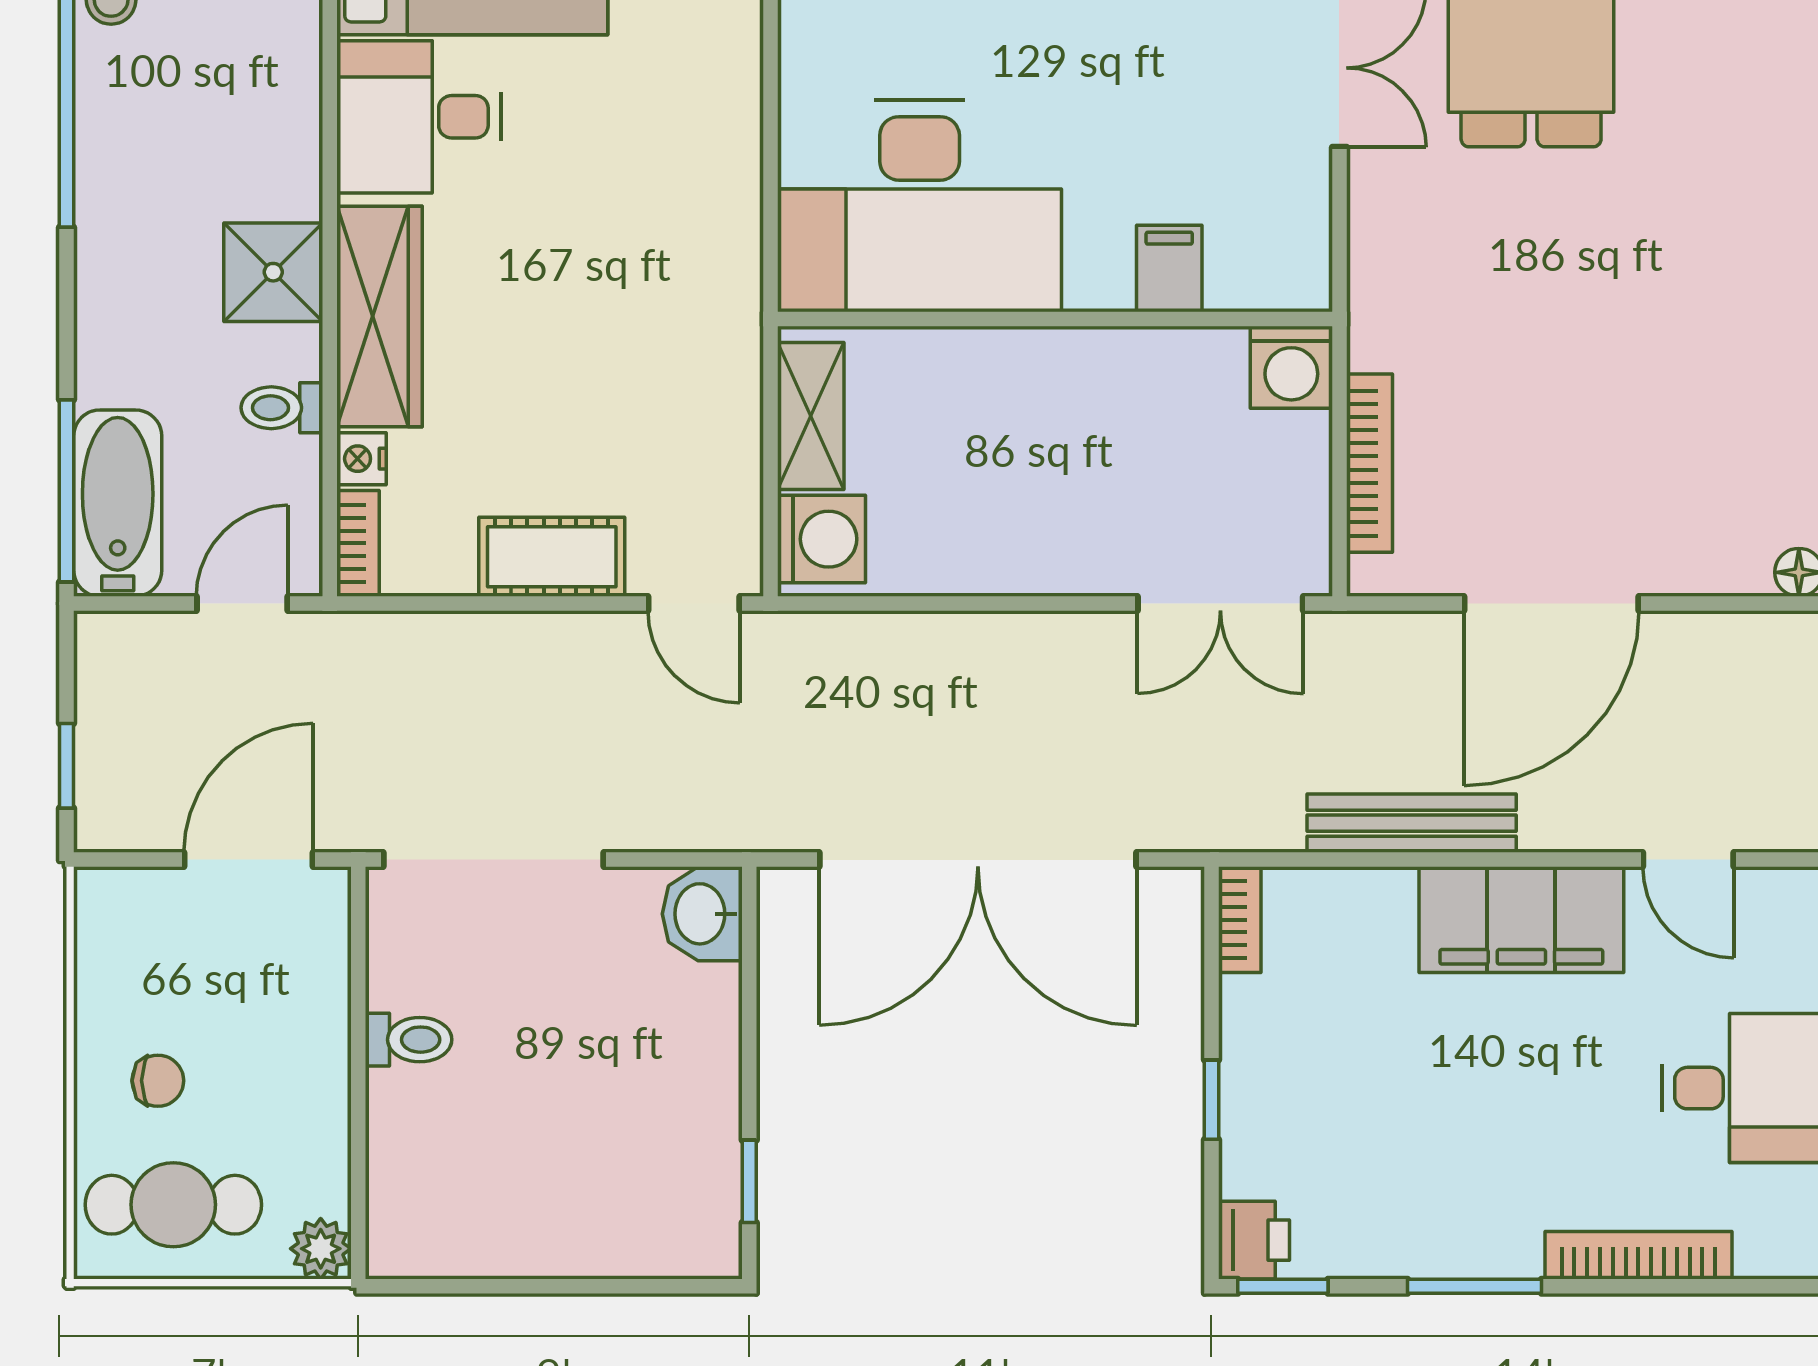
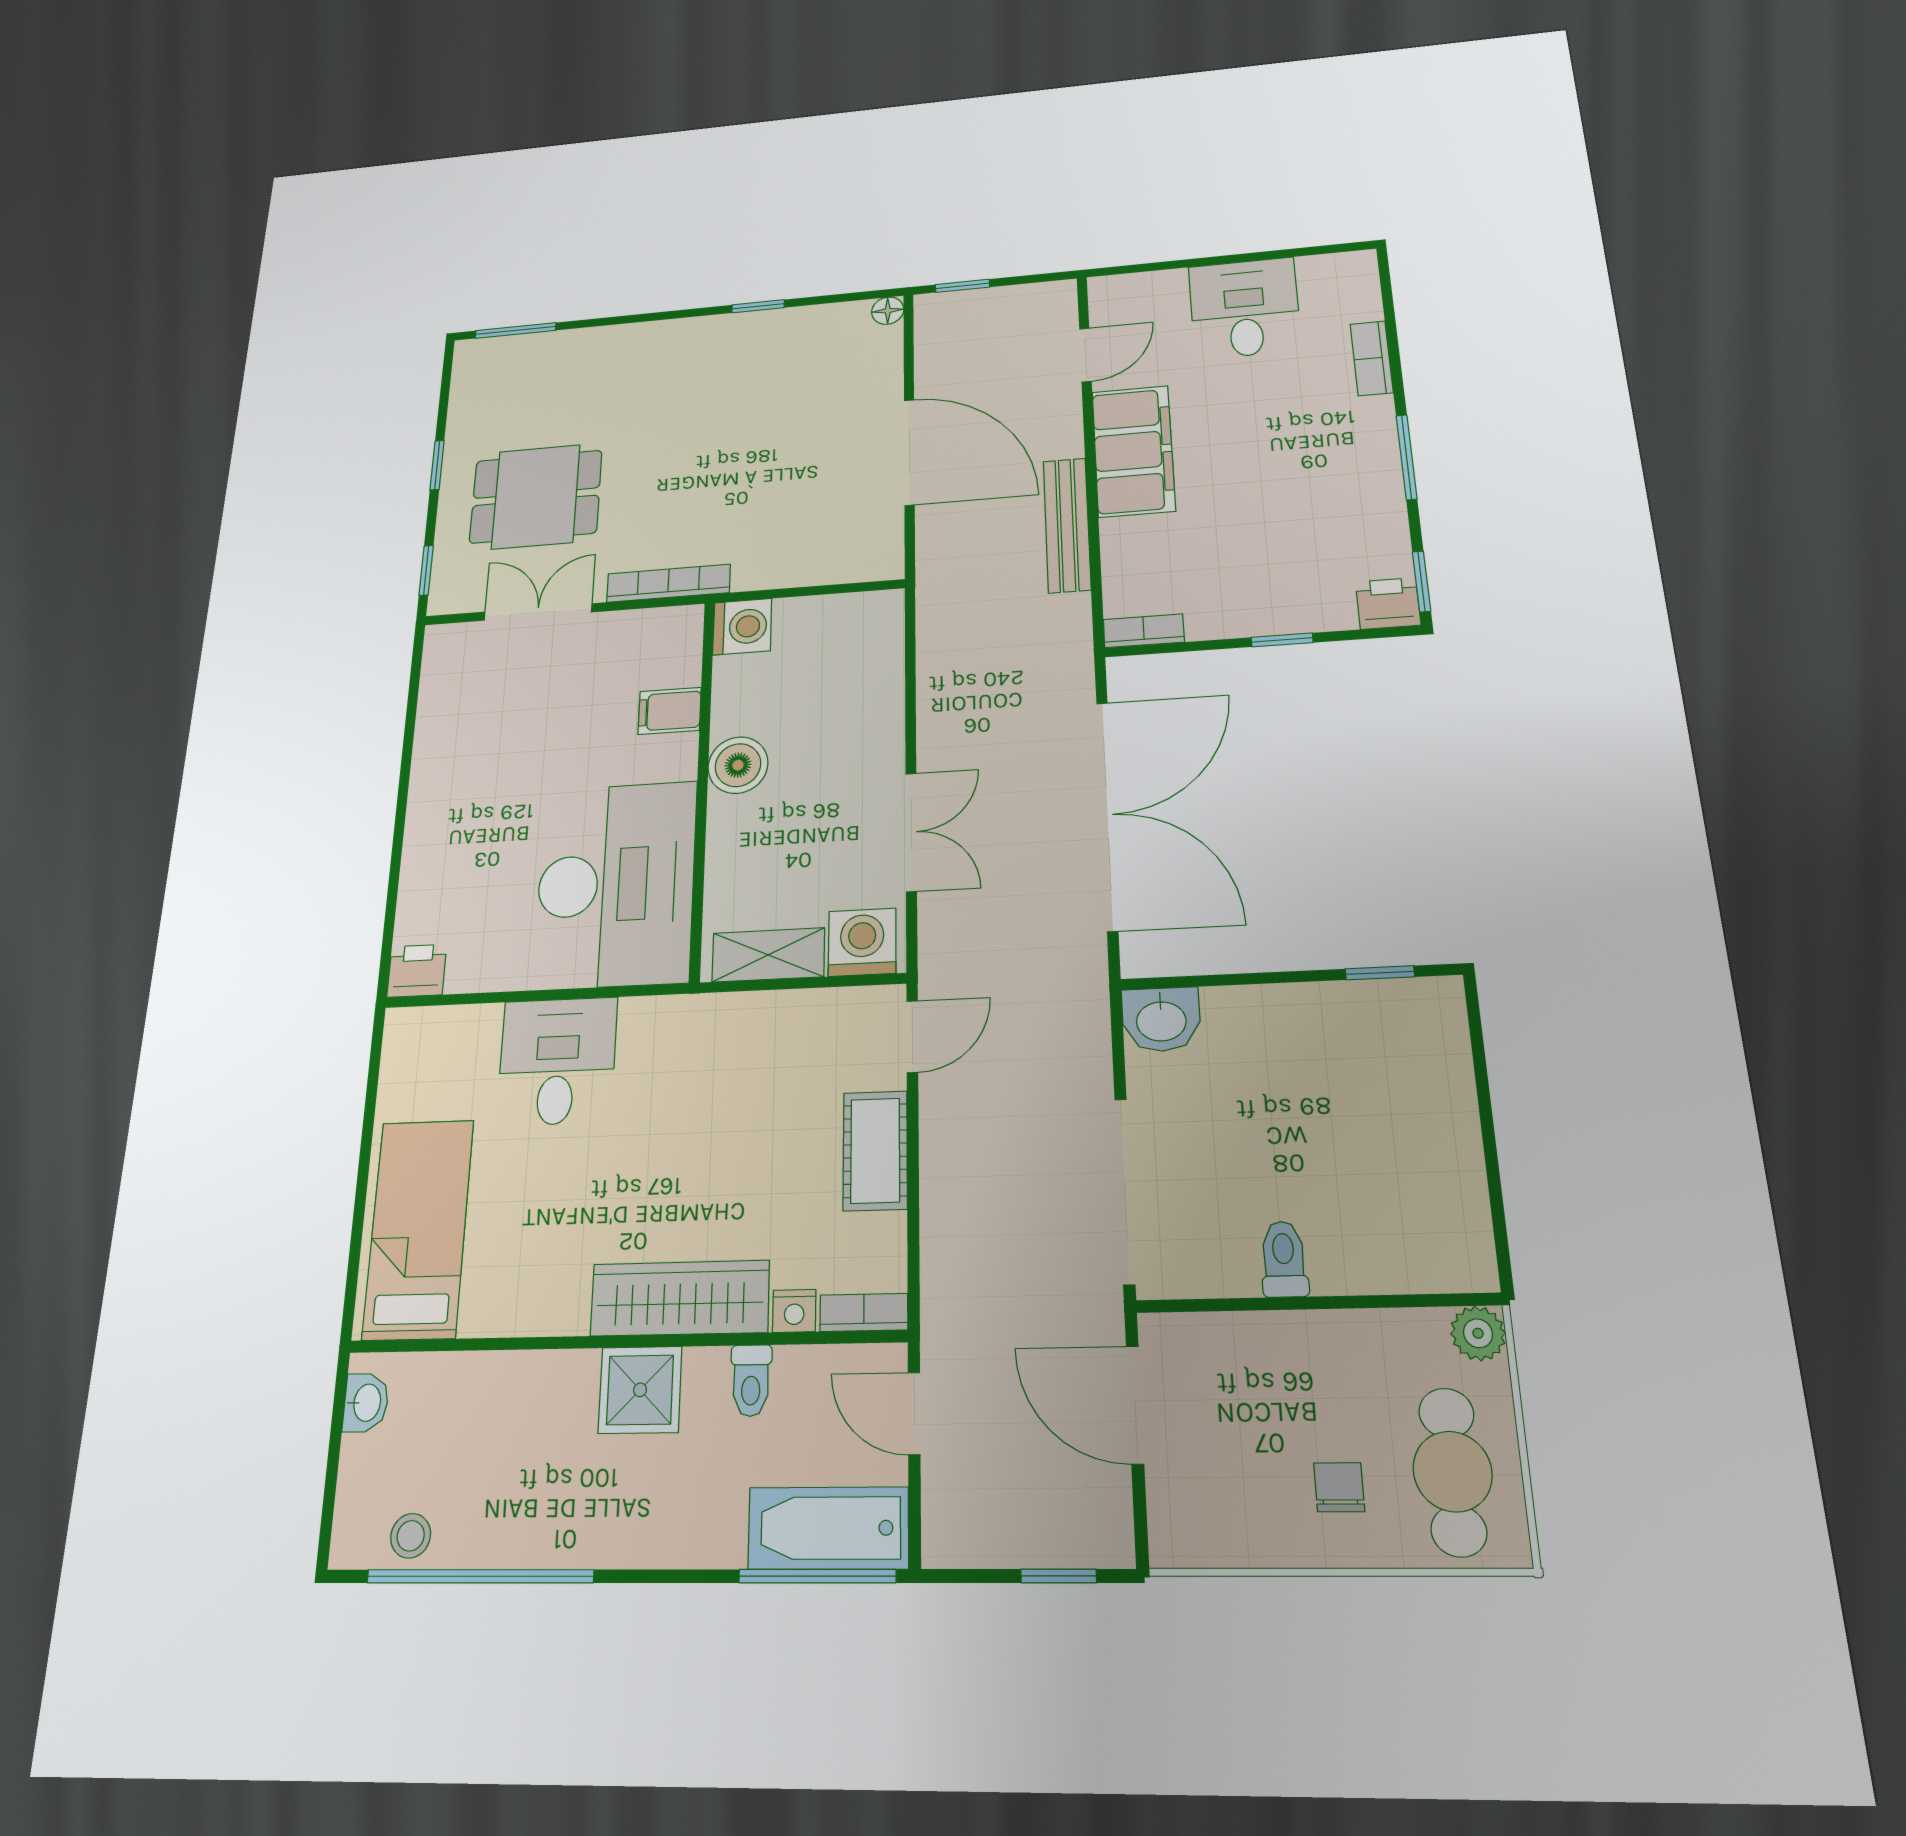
desk: (419, 117) -> (557, 1061), moved, turned 180
boiler: (1081, 368) -> (738, 765), added
bookcase: (1369, 463) -> (668, 583), moved
double door: (1220, 604) -> (911, 832), moved
bookcase: (1638, 1255) -> (1372, 358), width x0.64

